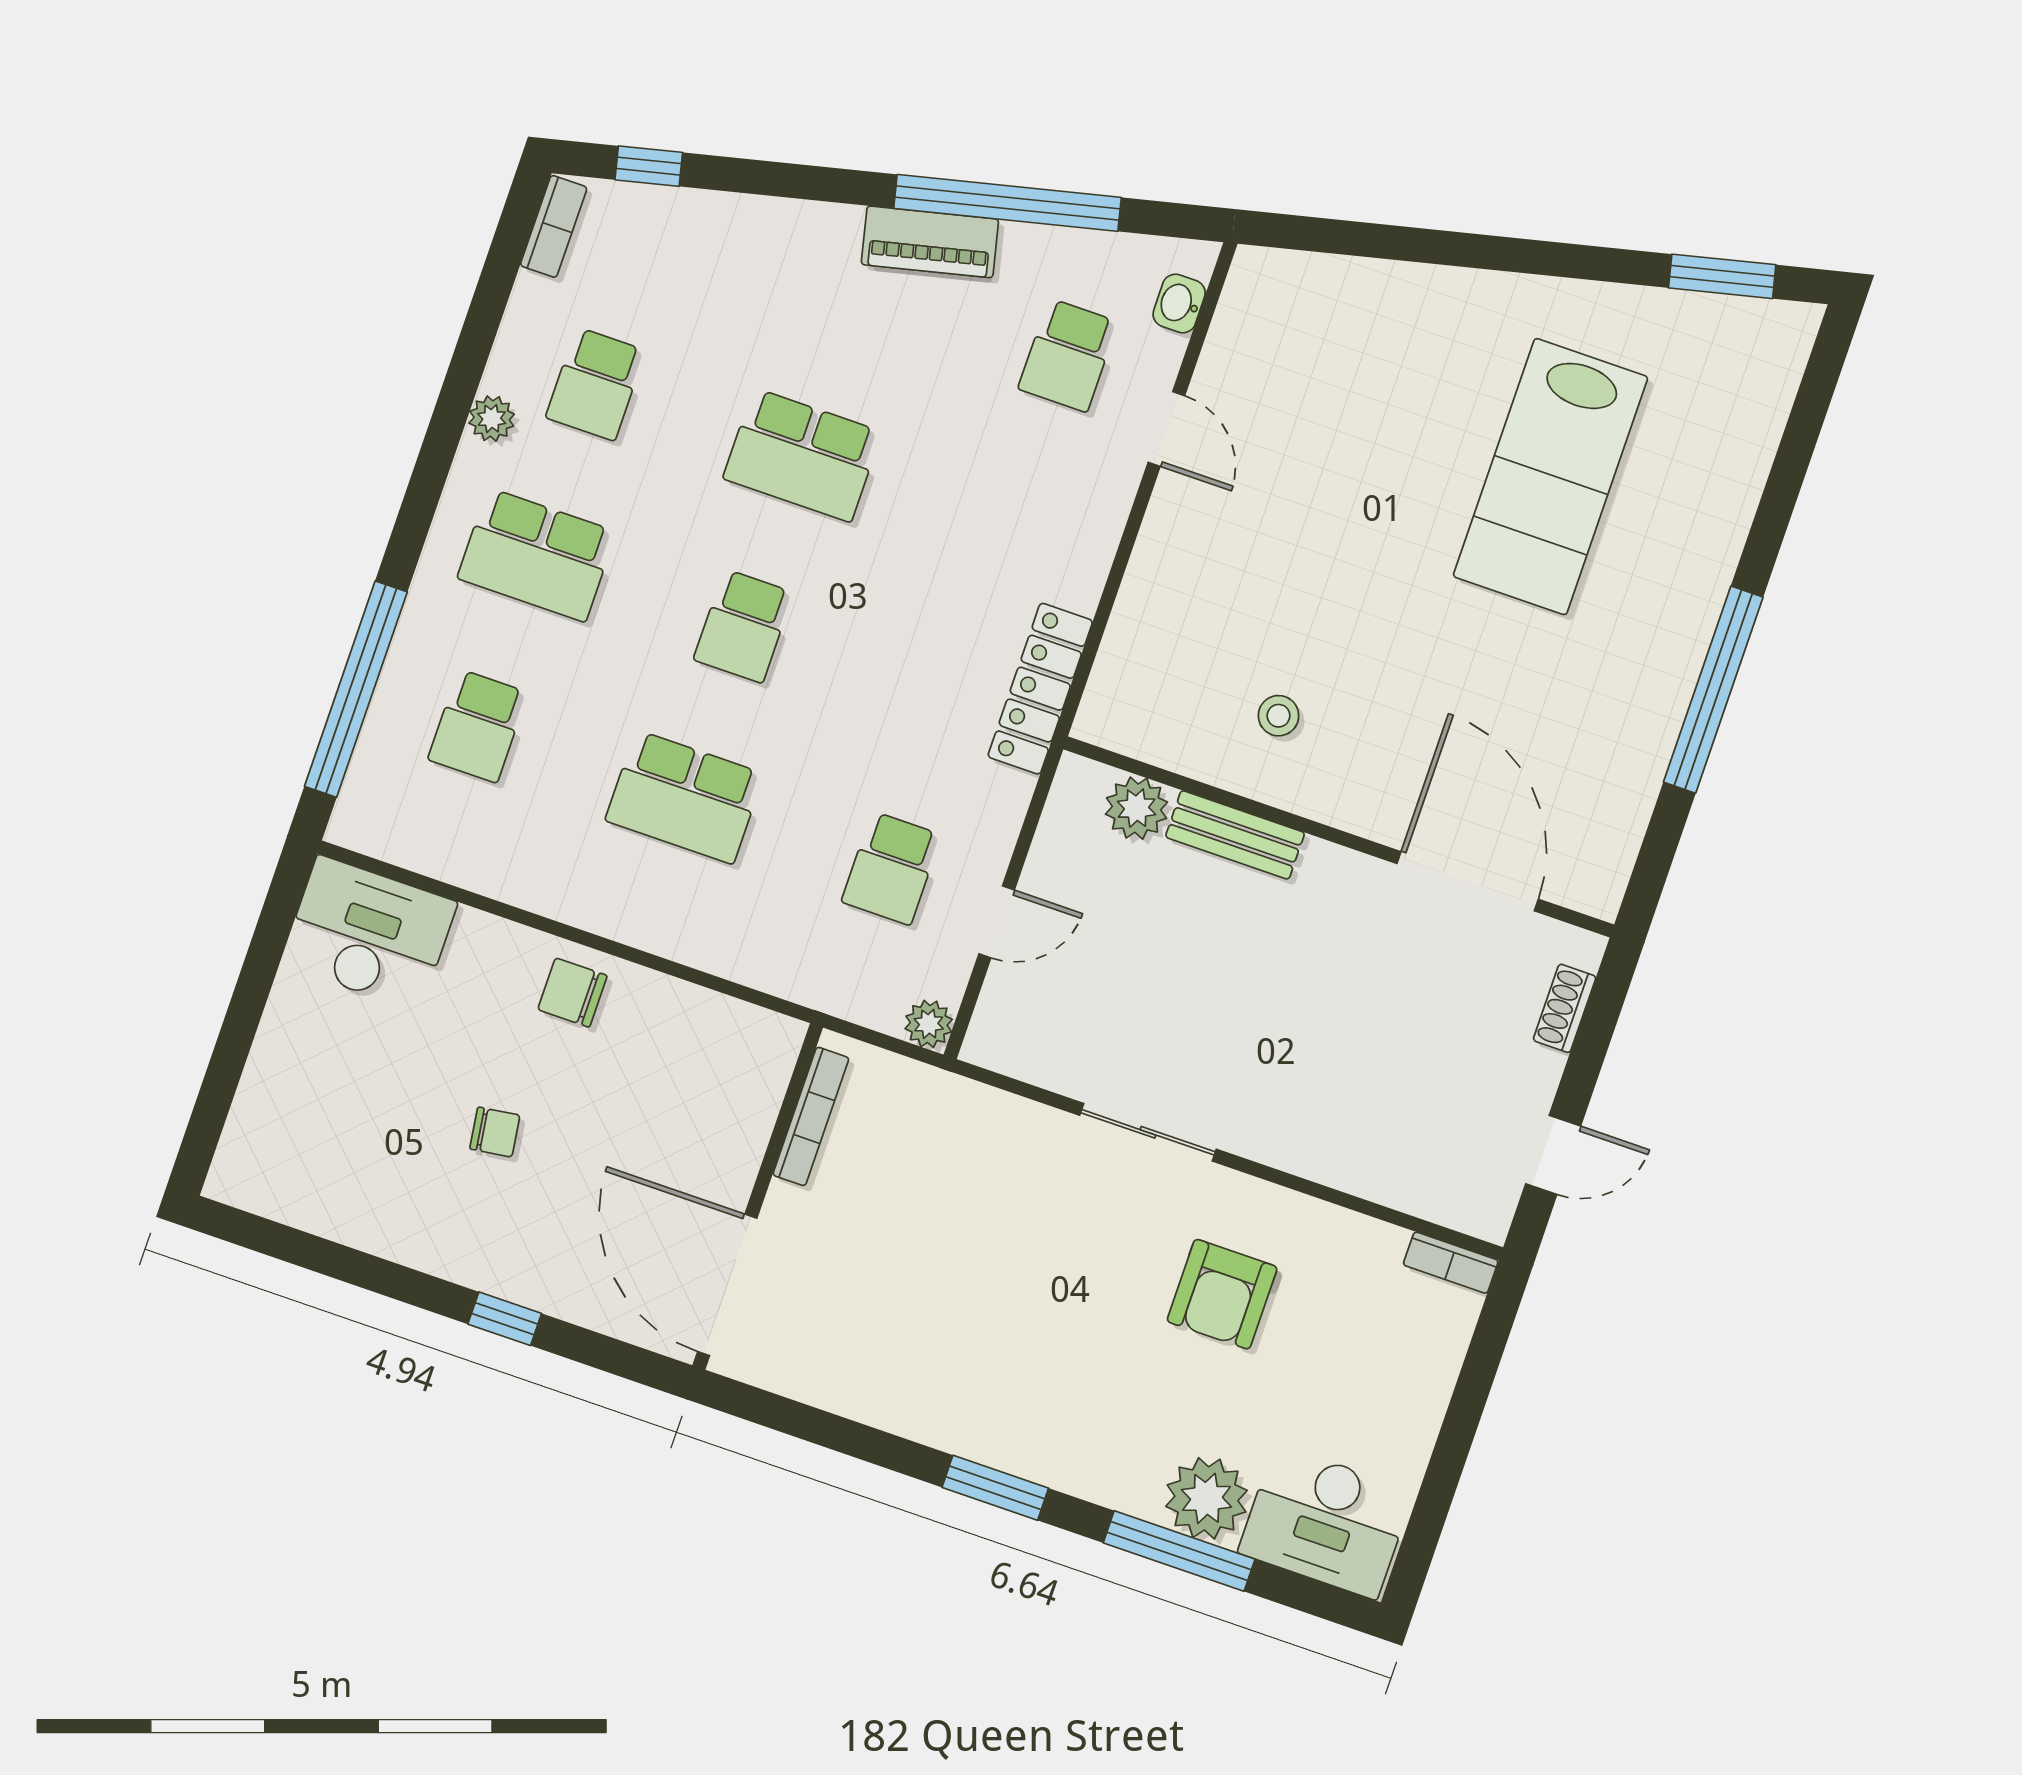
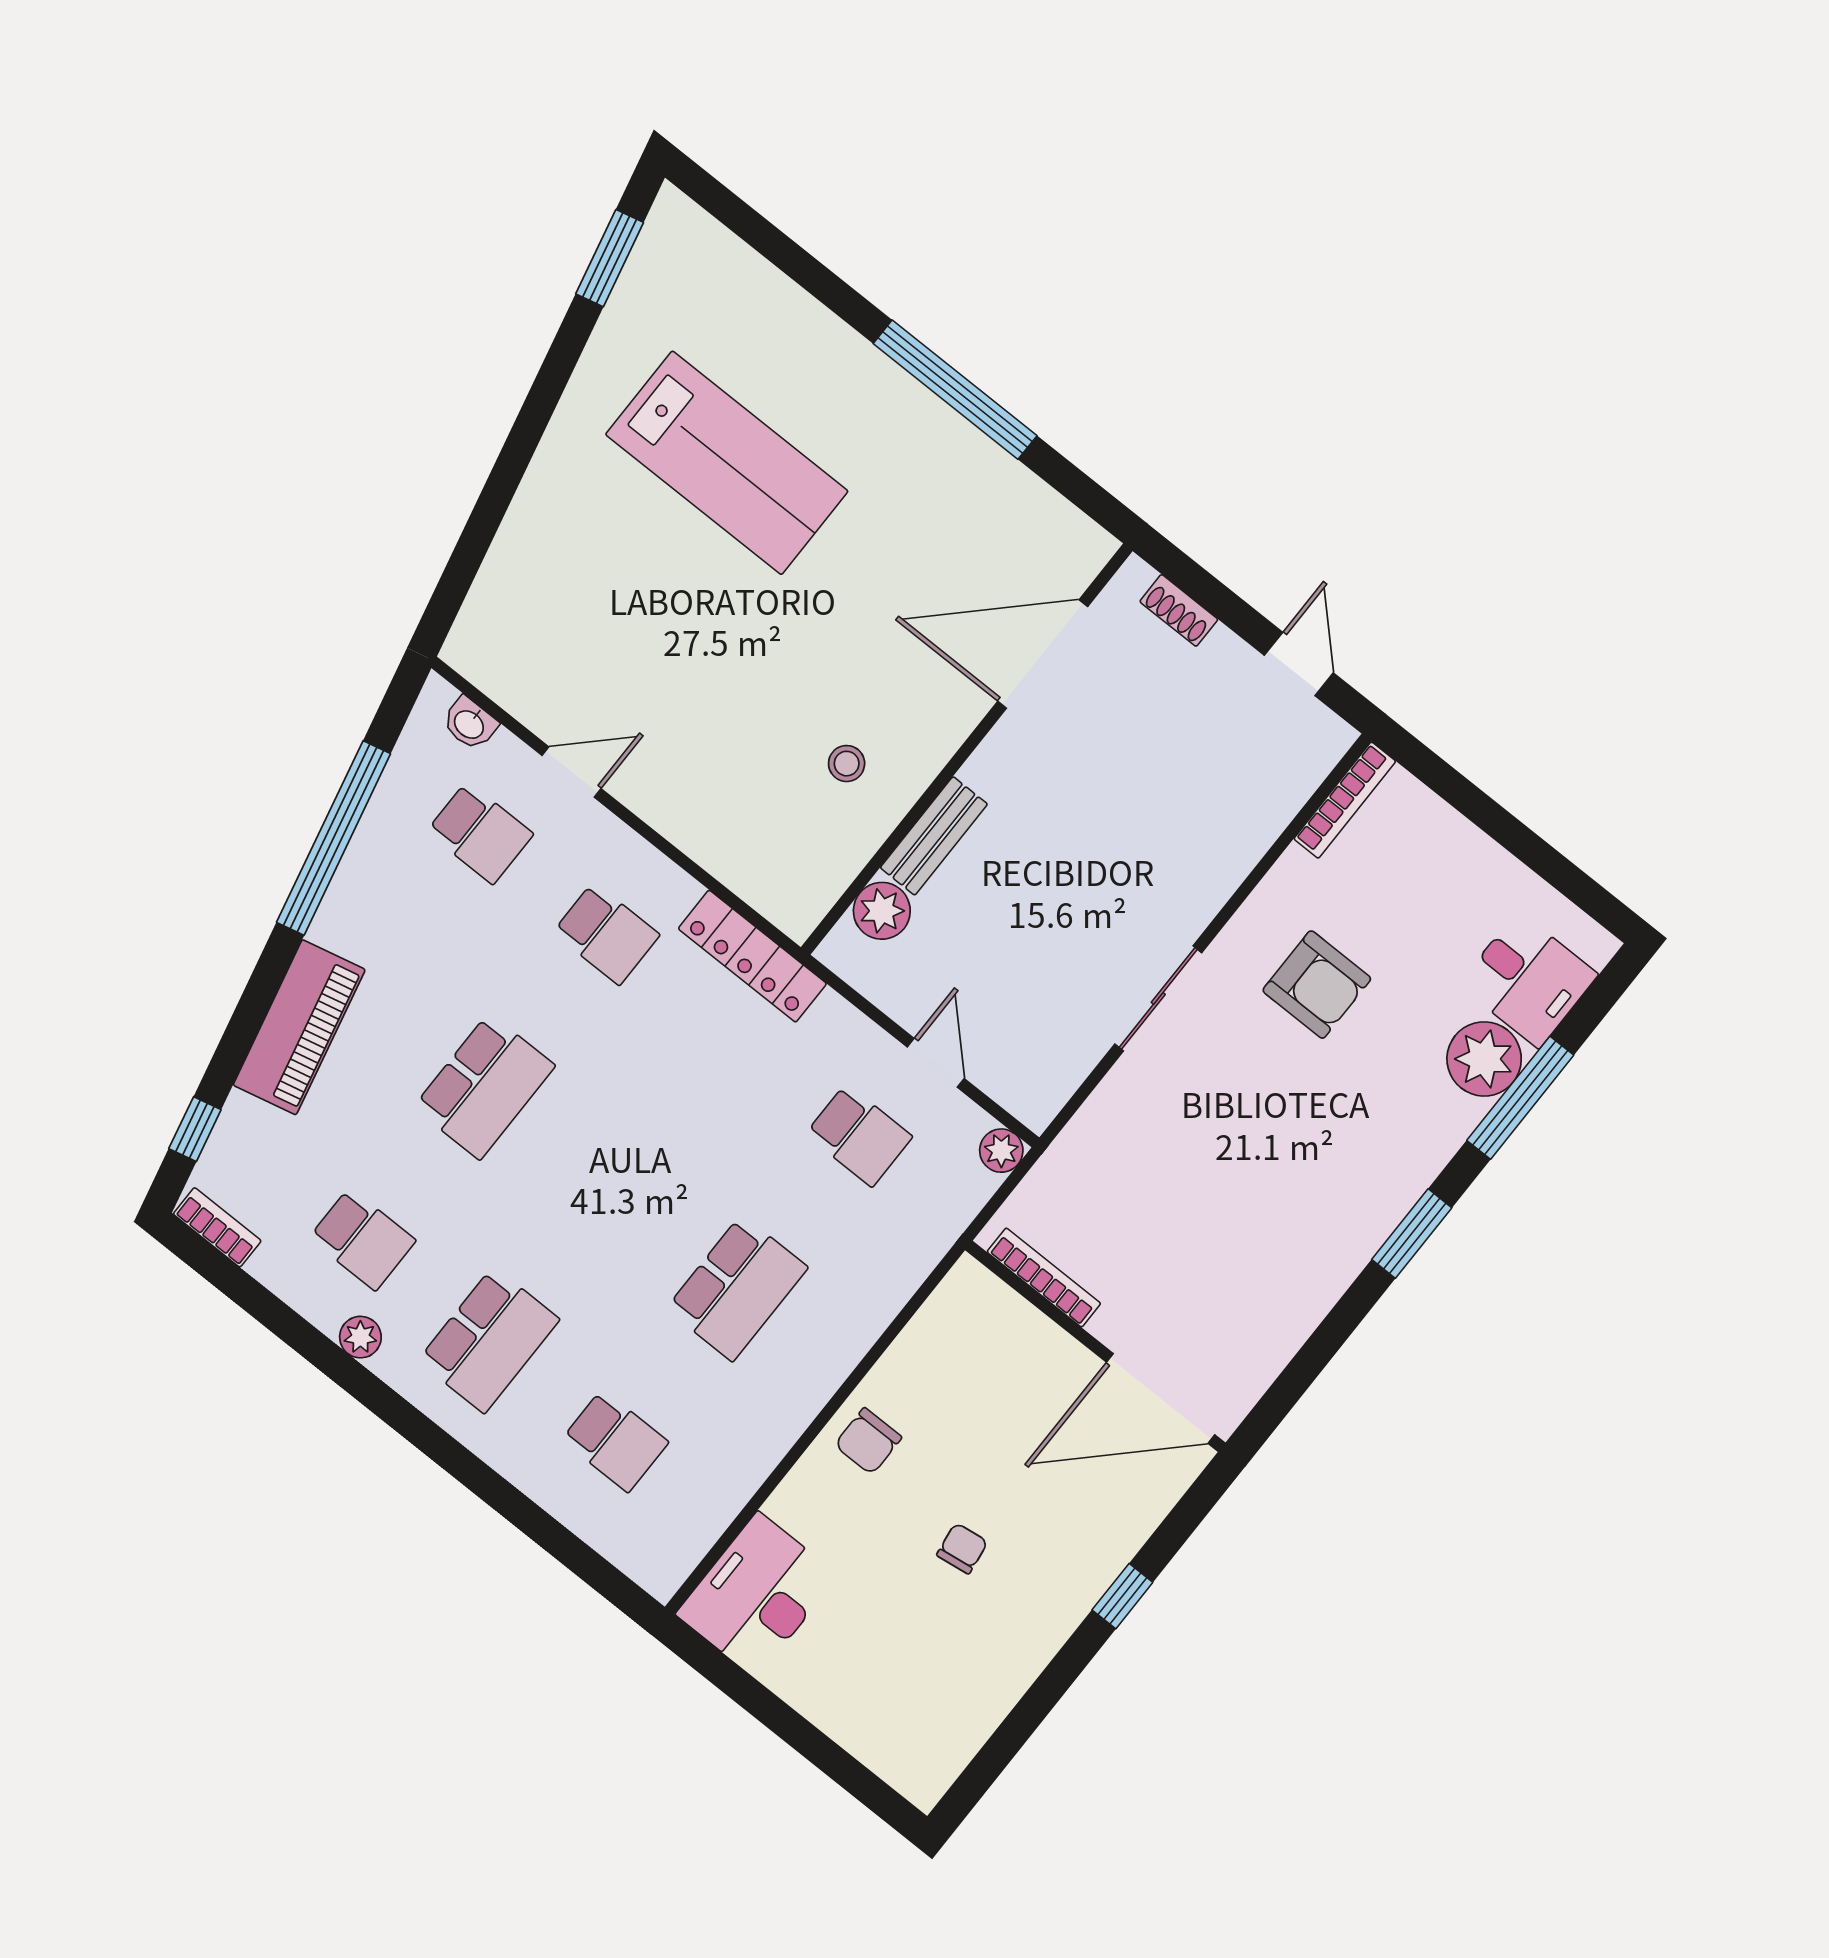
piano: (930, 242) -> (299, 1027), moved, width x1.37, depth x1.33
school desk: (743, 626) -> (606, 934), moved
window: (356, 689) -> (548, 1533), removed
bookcase: (1451, 1263) -> (1345, 800), width x1.56
desk: (1326, 1522) -> (1528, 980), width x0.73

